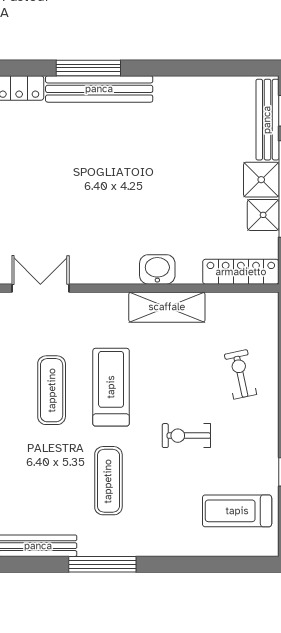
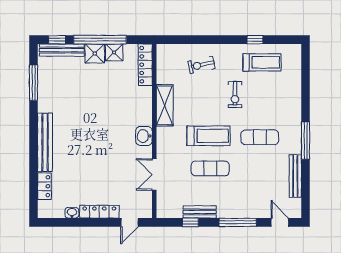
window: (88, 68) -> (34, 83), moved
washbasin: (157, 269) -> (144, 136), moved
treadmill: (111, 387) -> (208, 136), turned 180
treadmill: (237, 511) -> (262, 62), moved, turned -90

